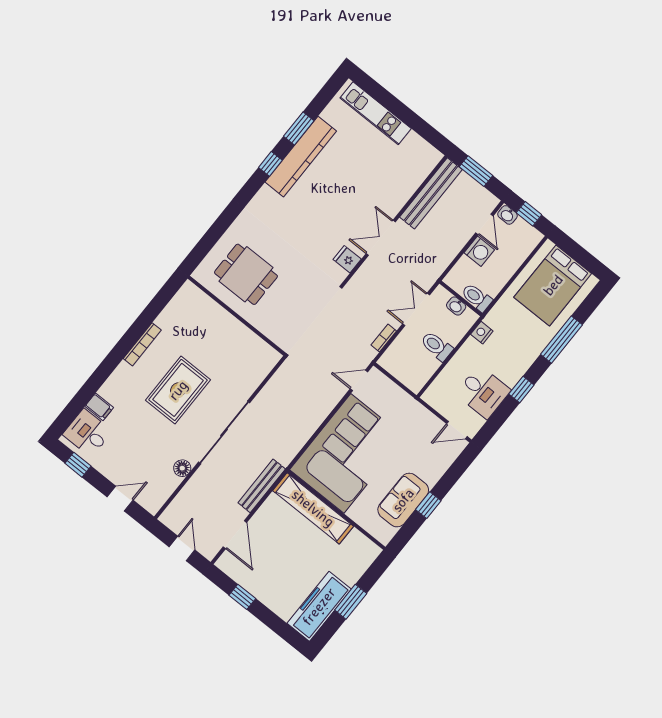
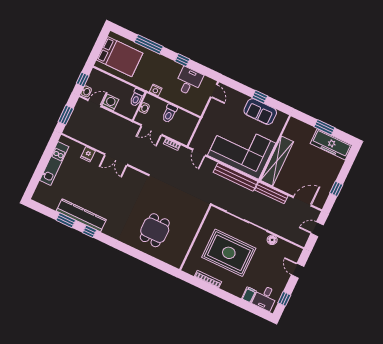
kitchen unit: (376, 113) -> (54, 164), moved
bench: (431, 193) -> (235, 177), moved
fridge: (347, 259) -> (88, 154), moved
wall: (237, 316) -> (195, 237), moved
rug: (178, 390) -> (229, 253), width x1.37, depth x1.44

